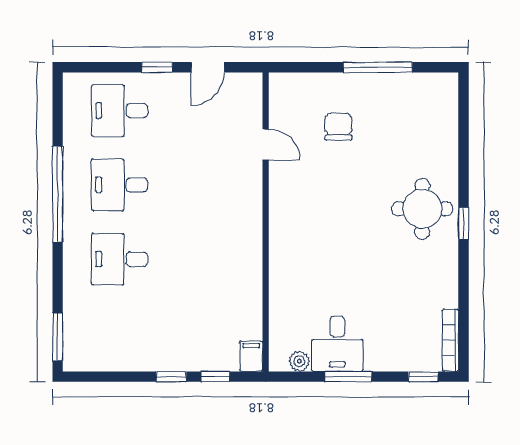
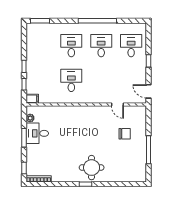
door: (208, 67) -> (148, 91), moved
door: (266, 144) -> (117, 105), hinge flipped
desk: (206, 259) -> (71, 80), added

